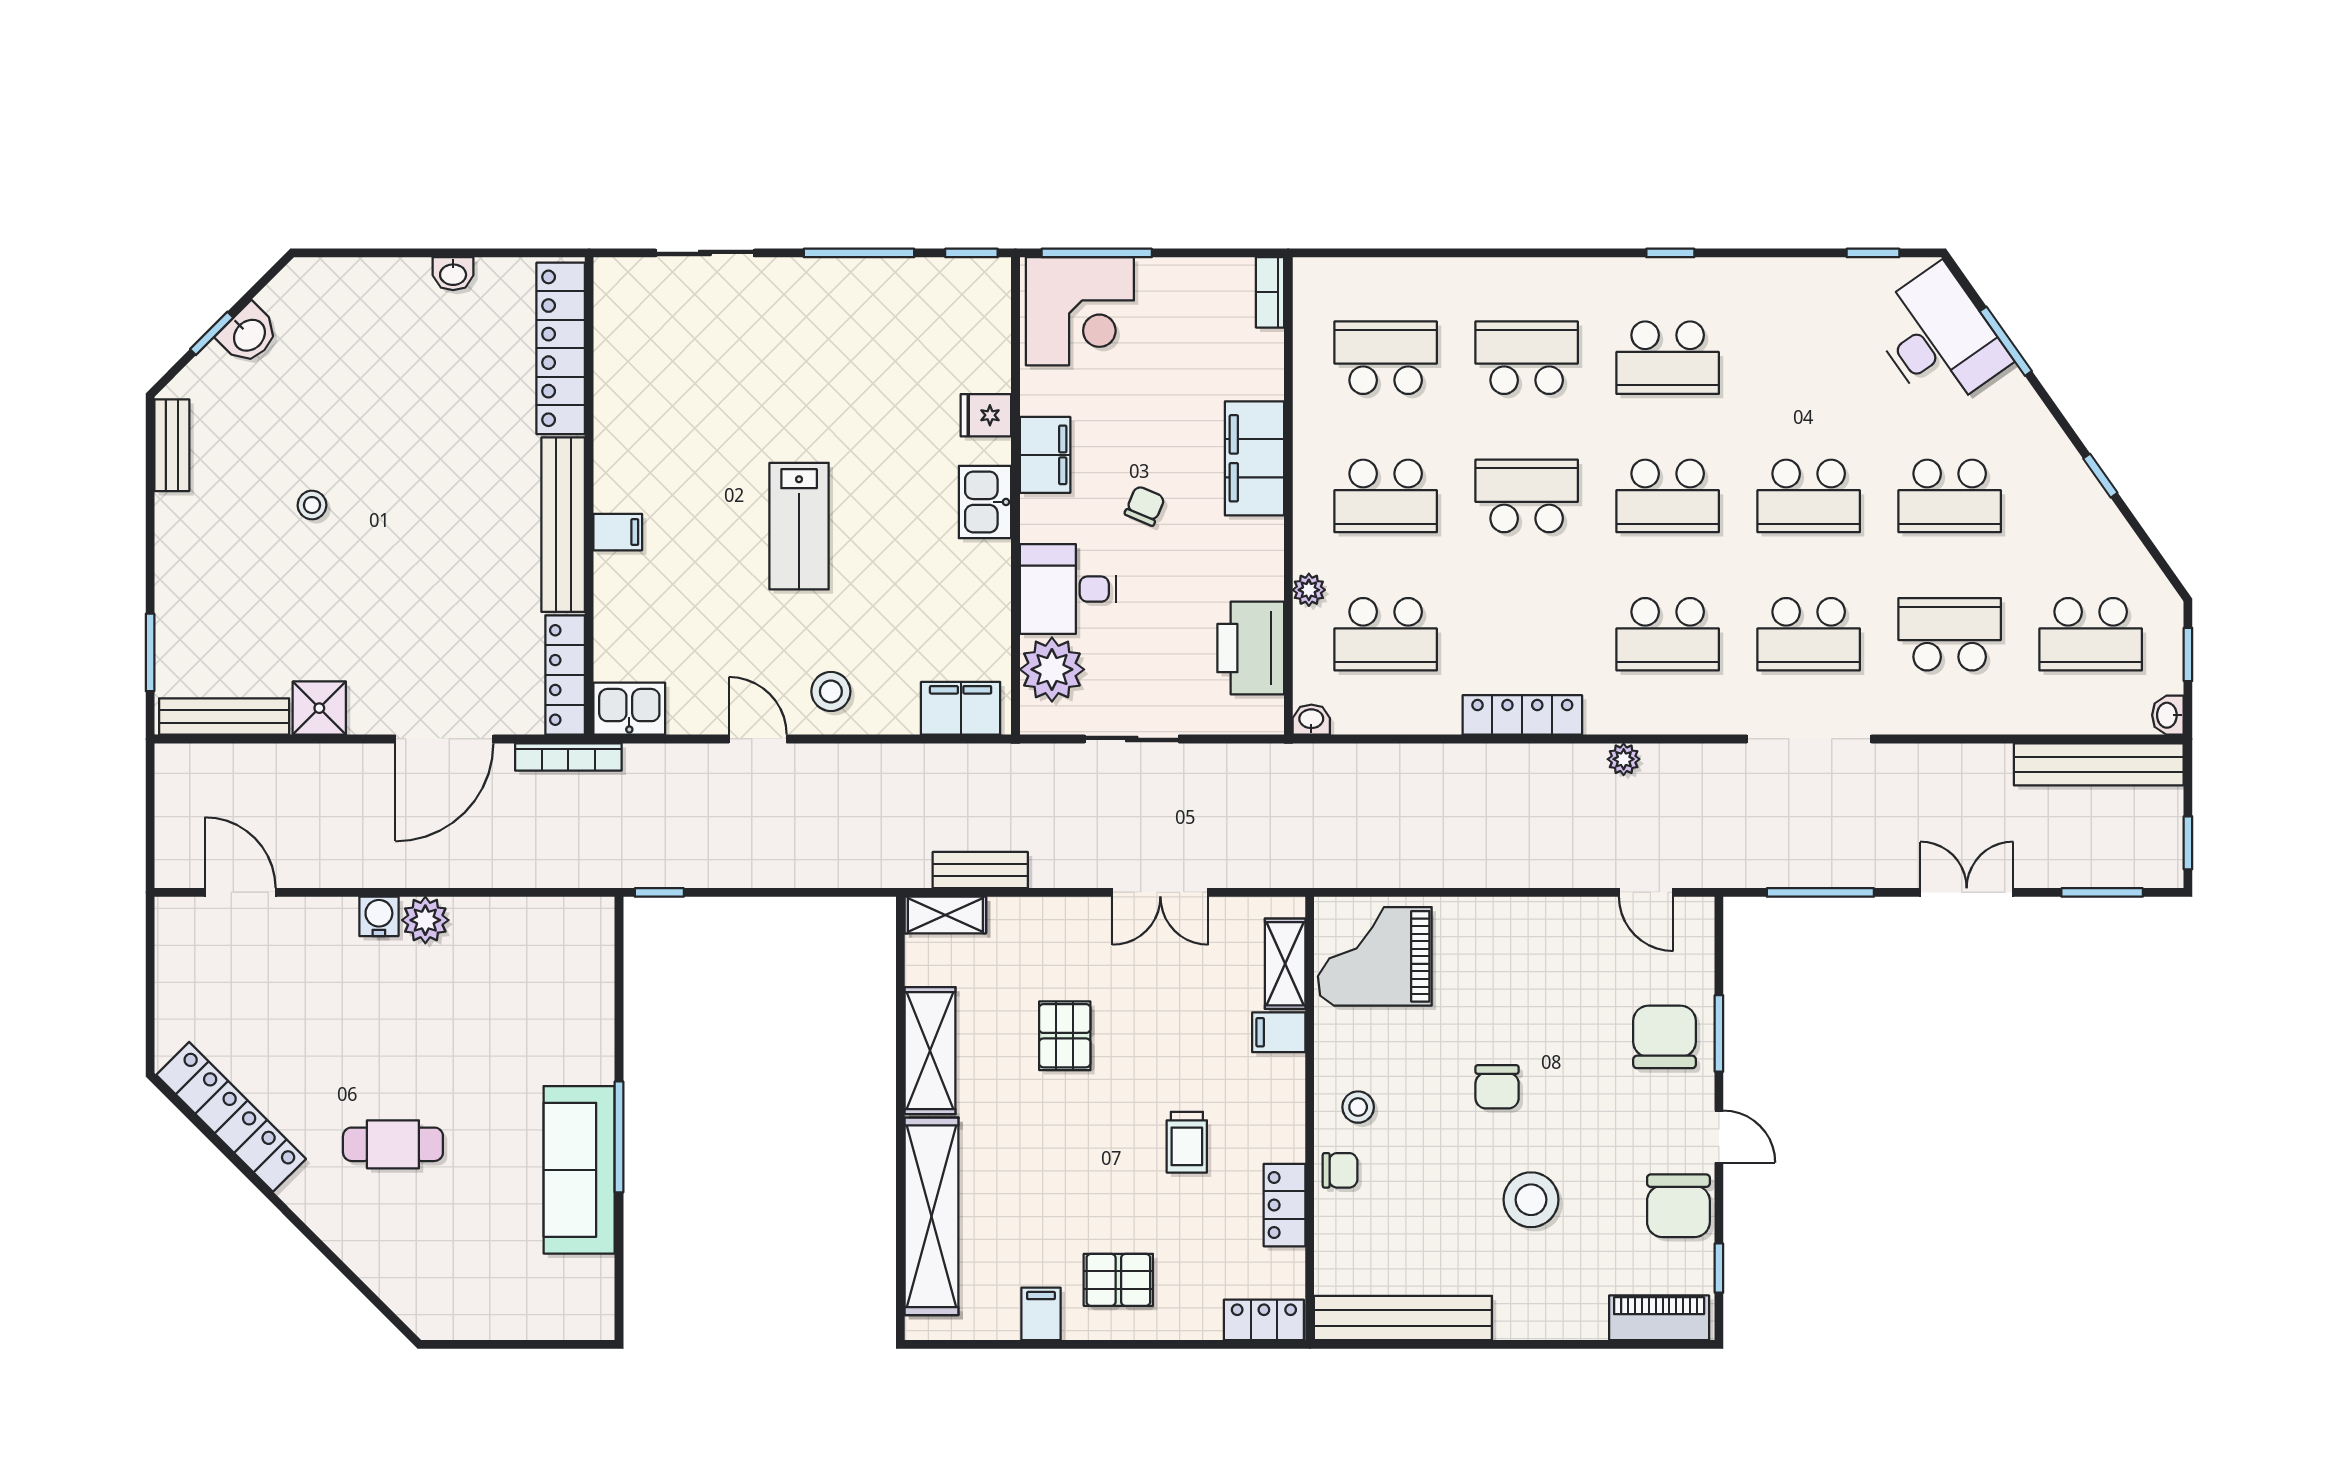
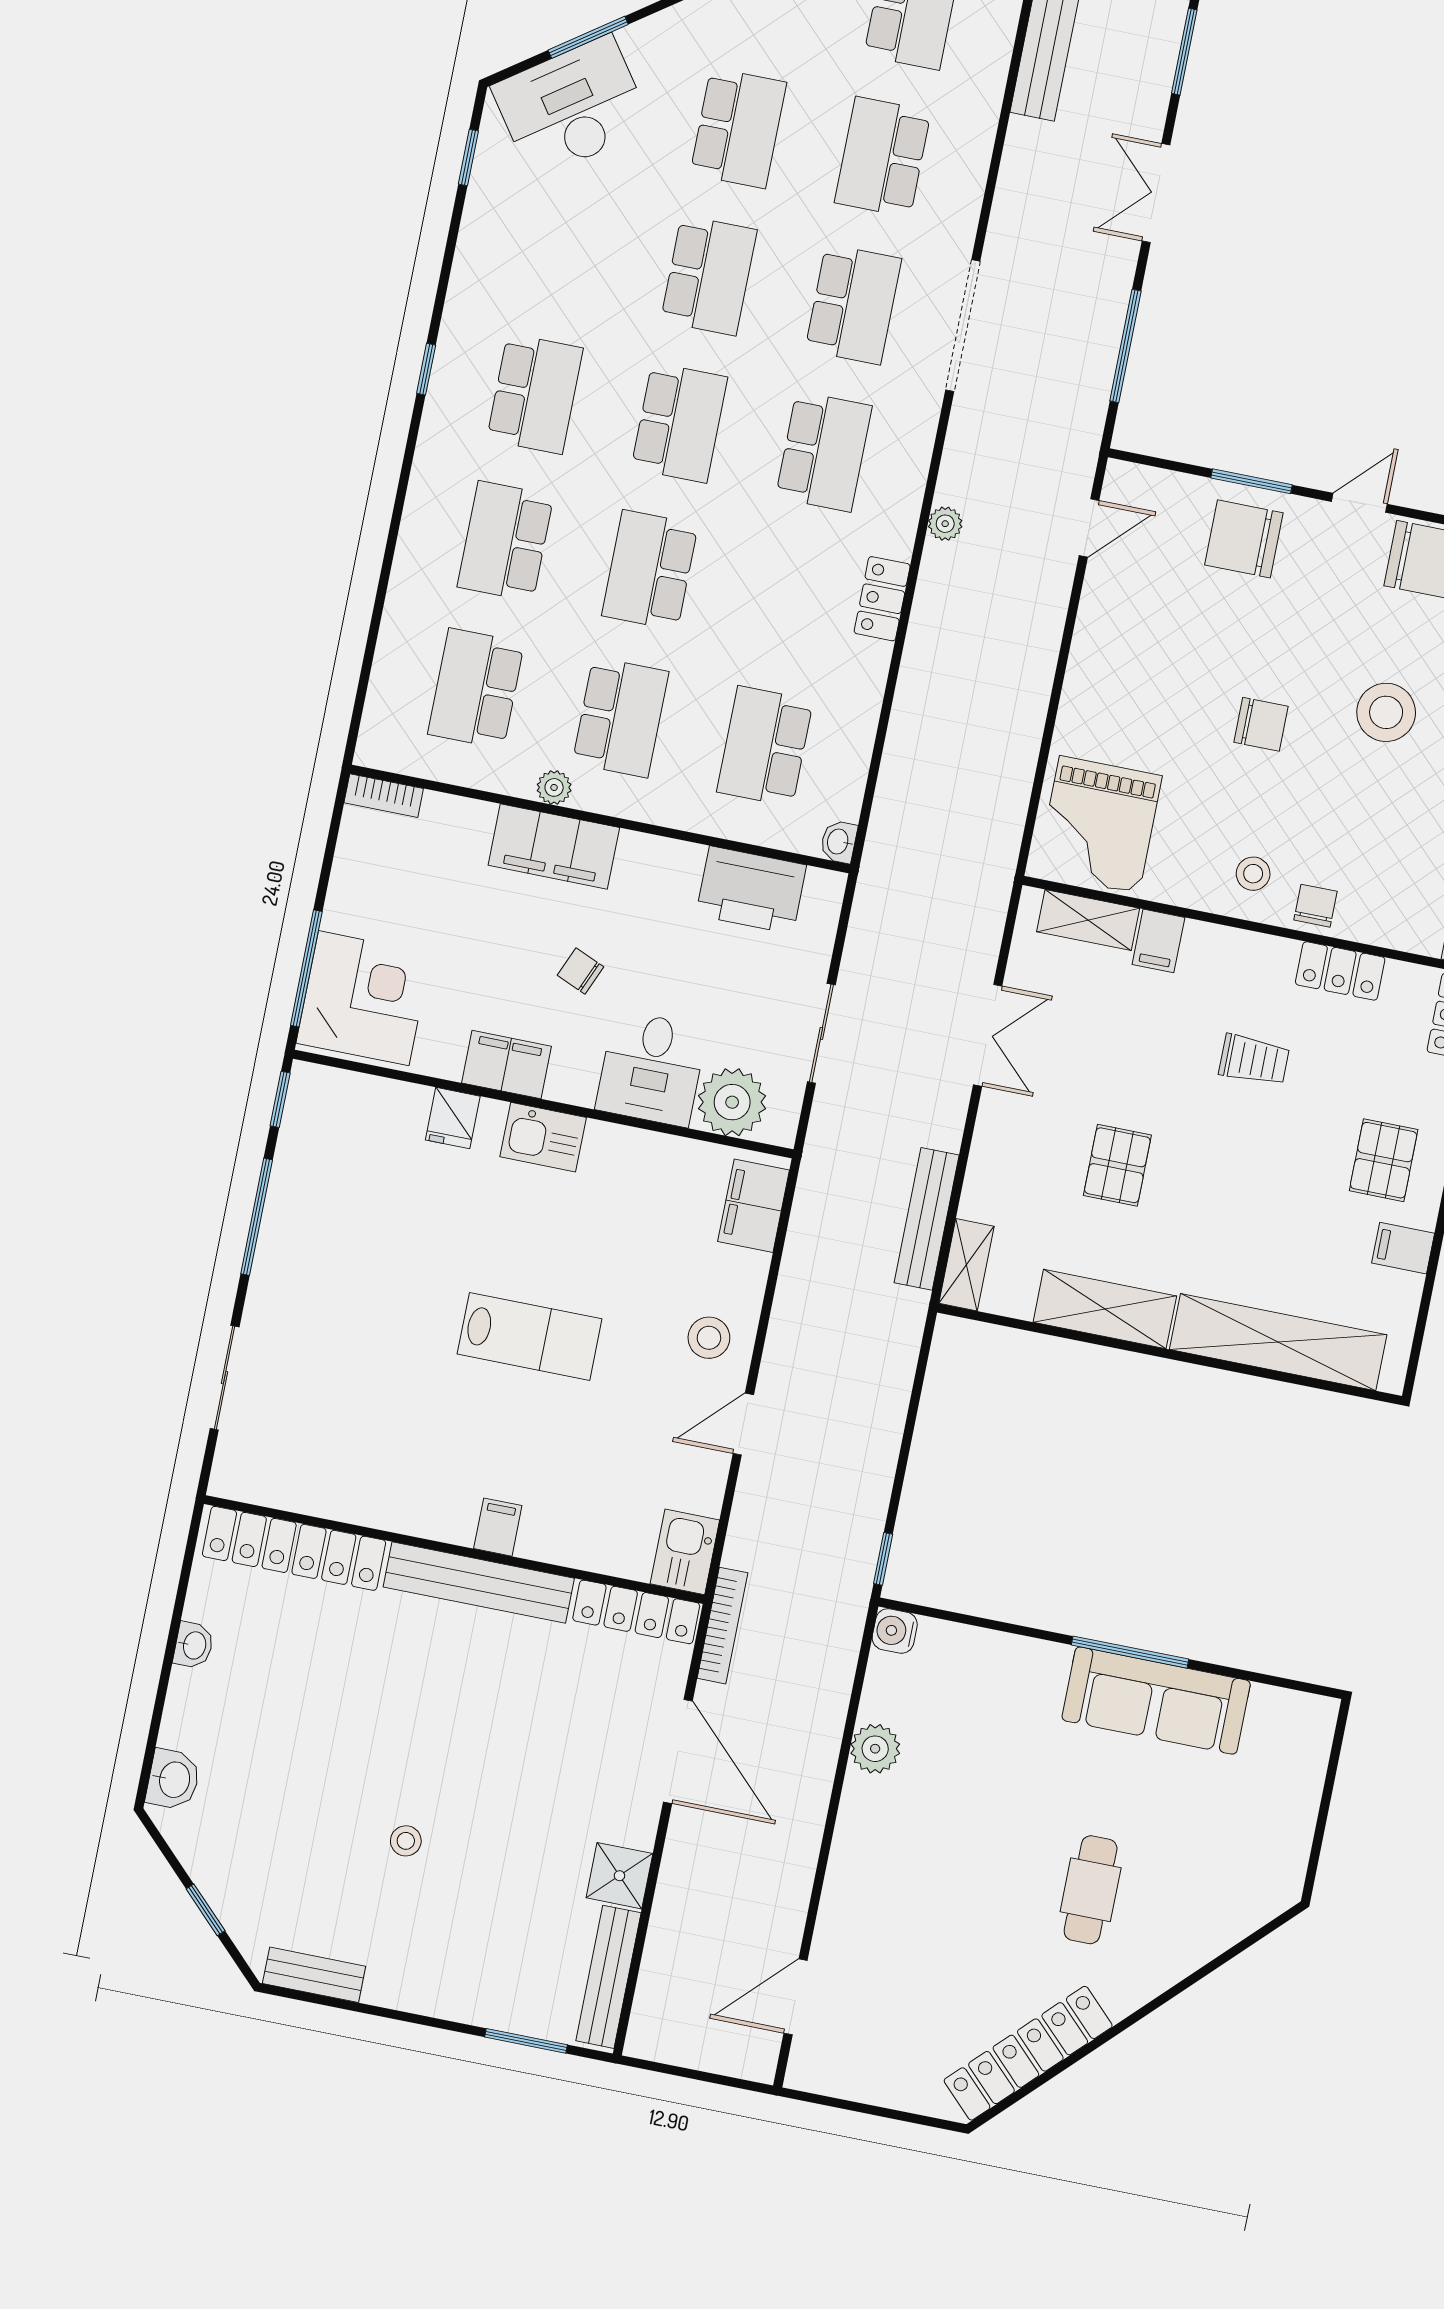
washbasin: (249, 334) -> (173, 1779), moved, turned 45
plant: (1309, 590) -> (554, 787), moved
school desk: (1386, 634) -> (765, 746), turned 180
locker: (1522, 715) -> (882, 599), width x0.66
bench: (980, 870) -> (927, 1219), width x1.36
water cooler: (379, 916) -> (895, 1631), moved
plant: (425, 920) -> (875, 1749), moved
pallet: (1065, 1036) -> (1117, 1165), turned 90

